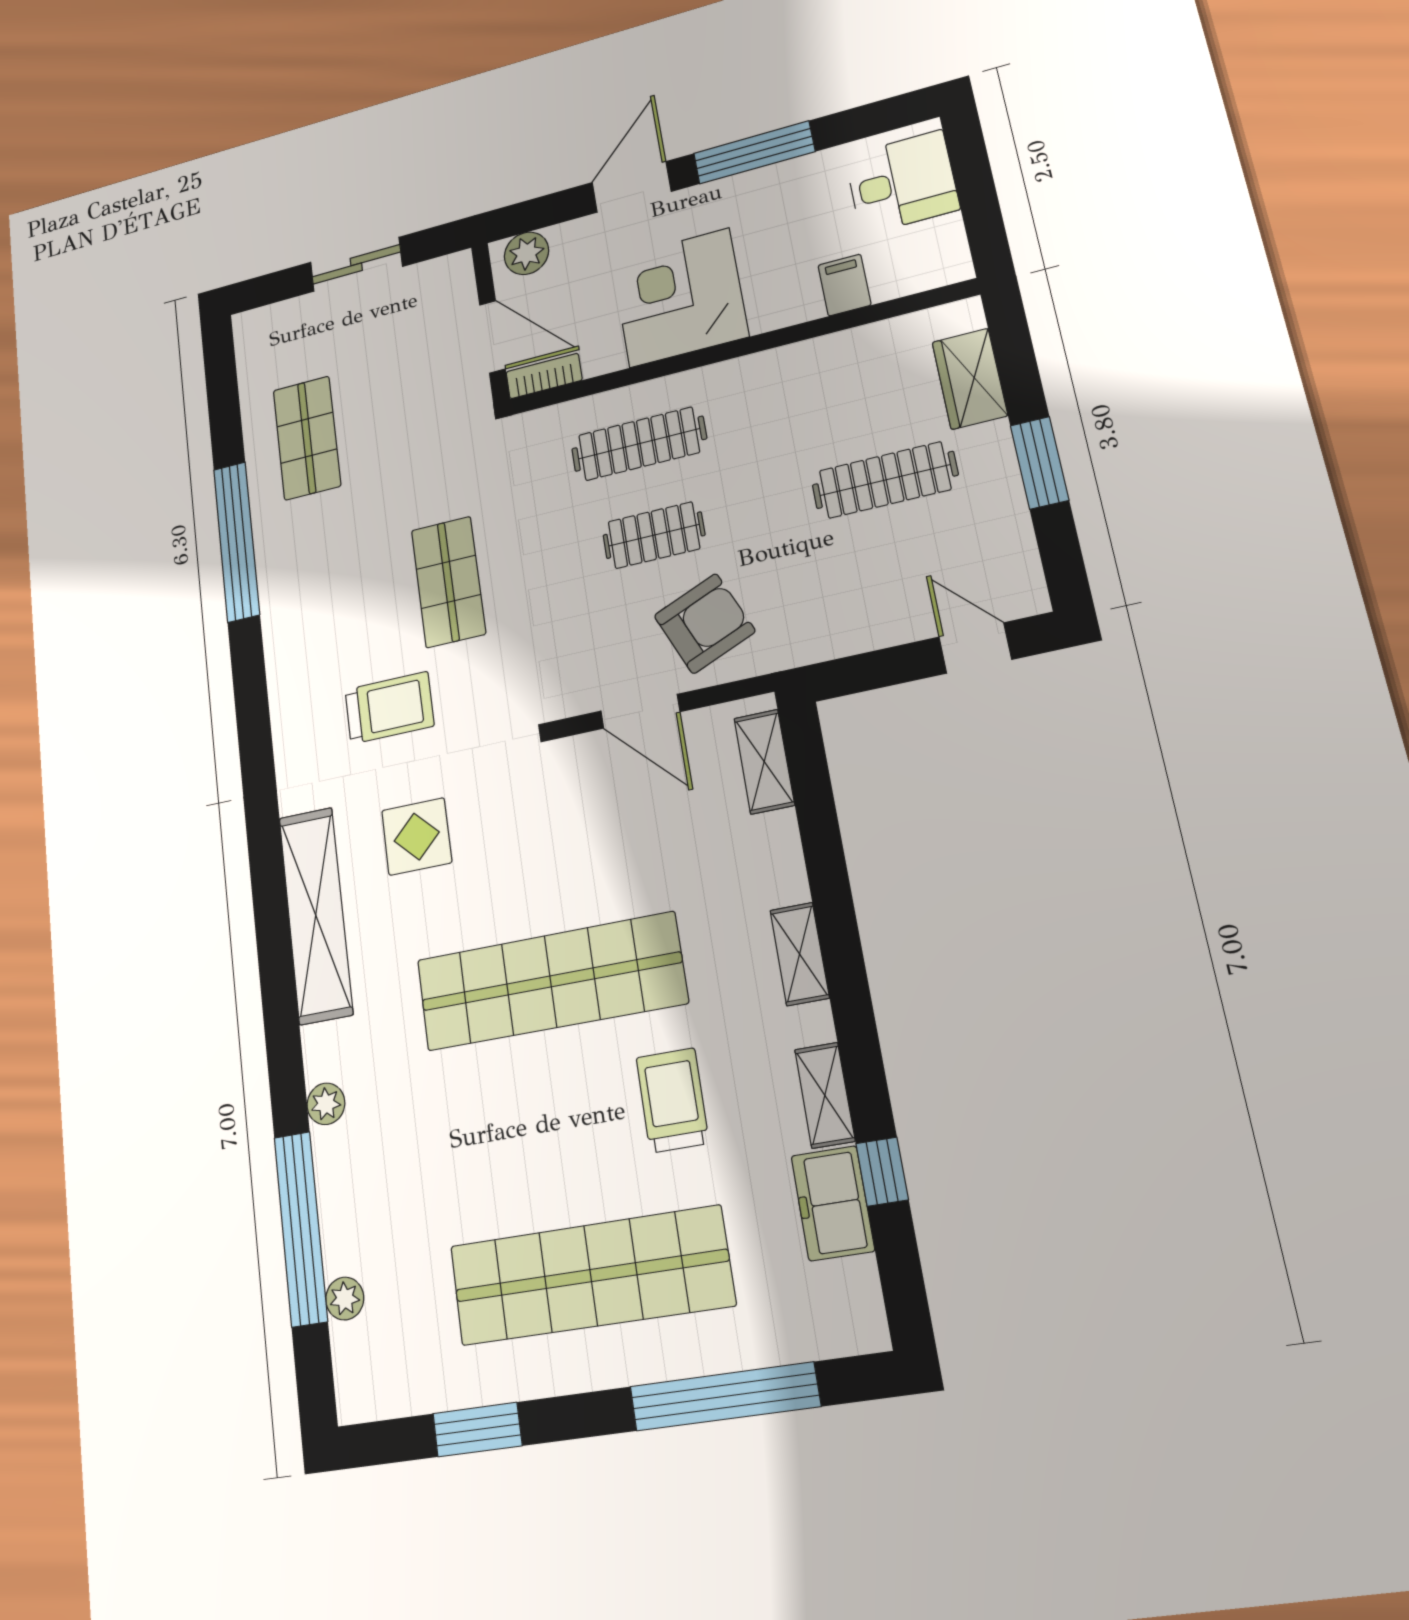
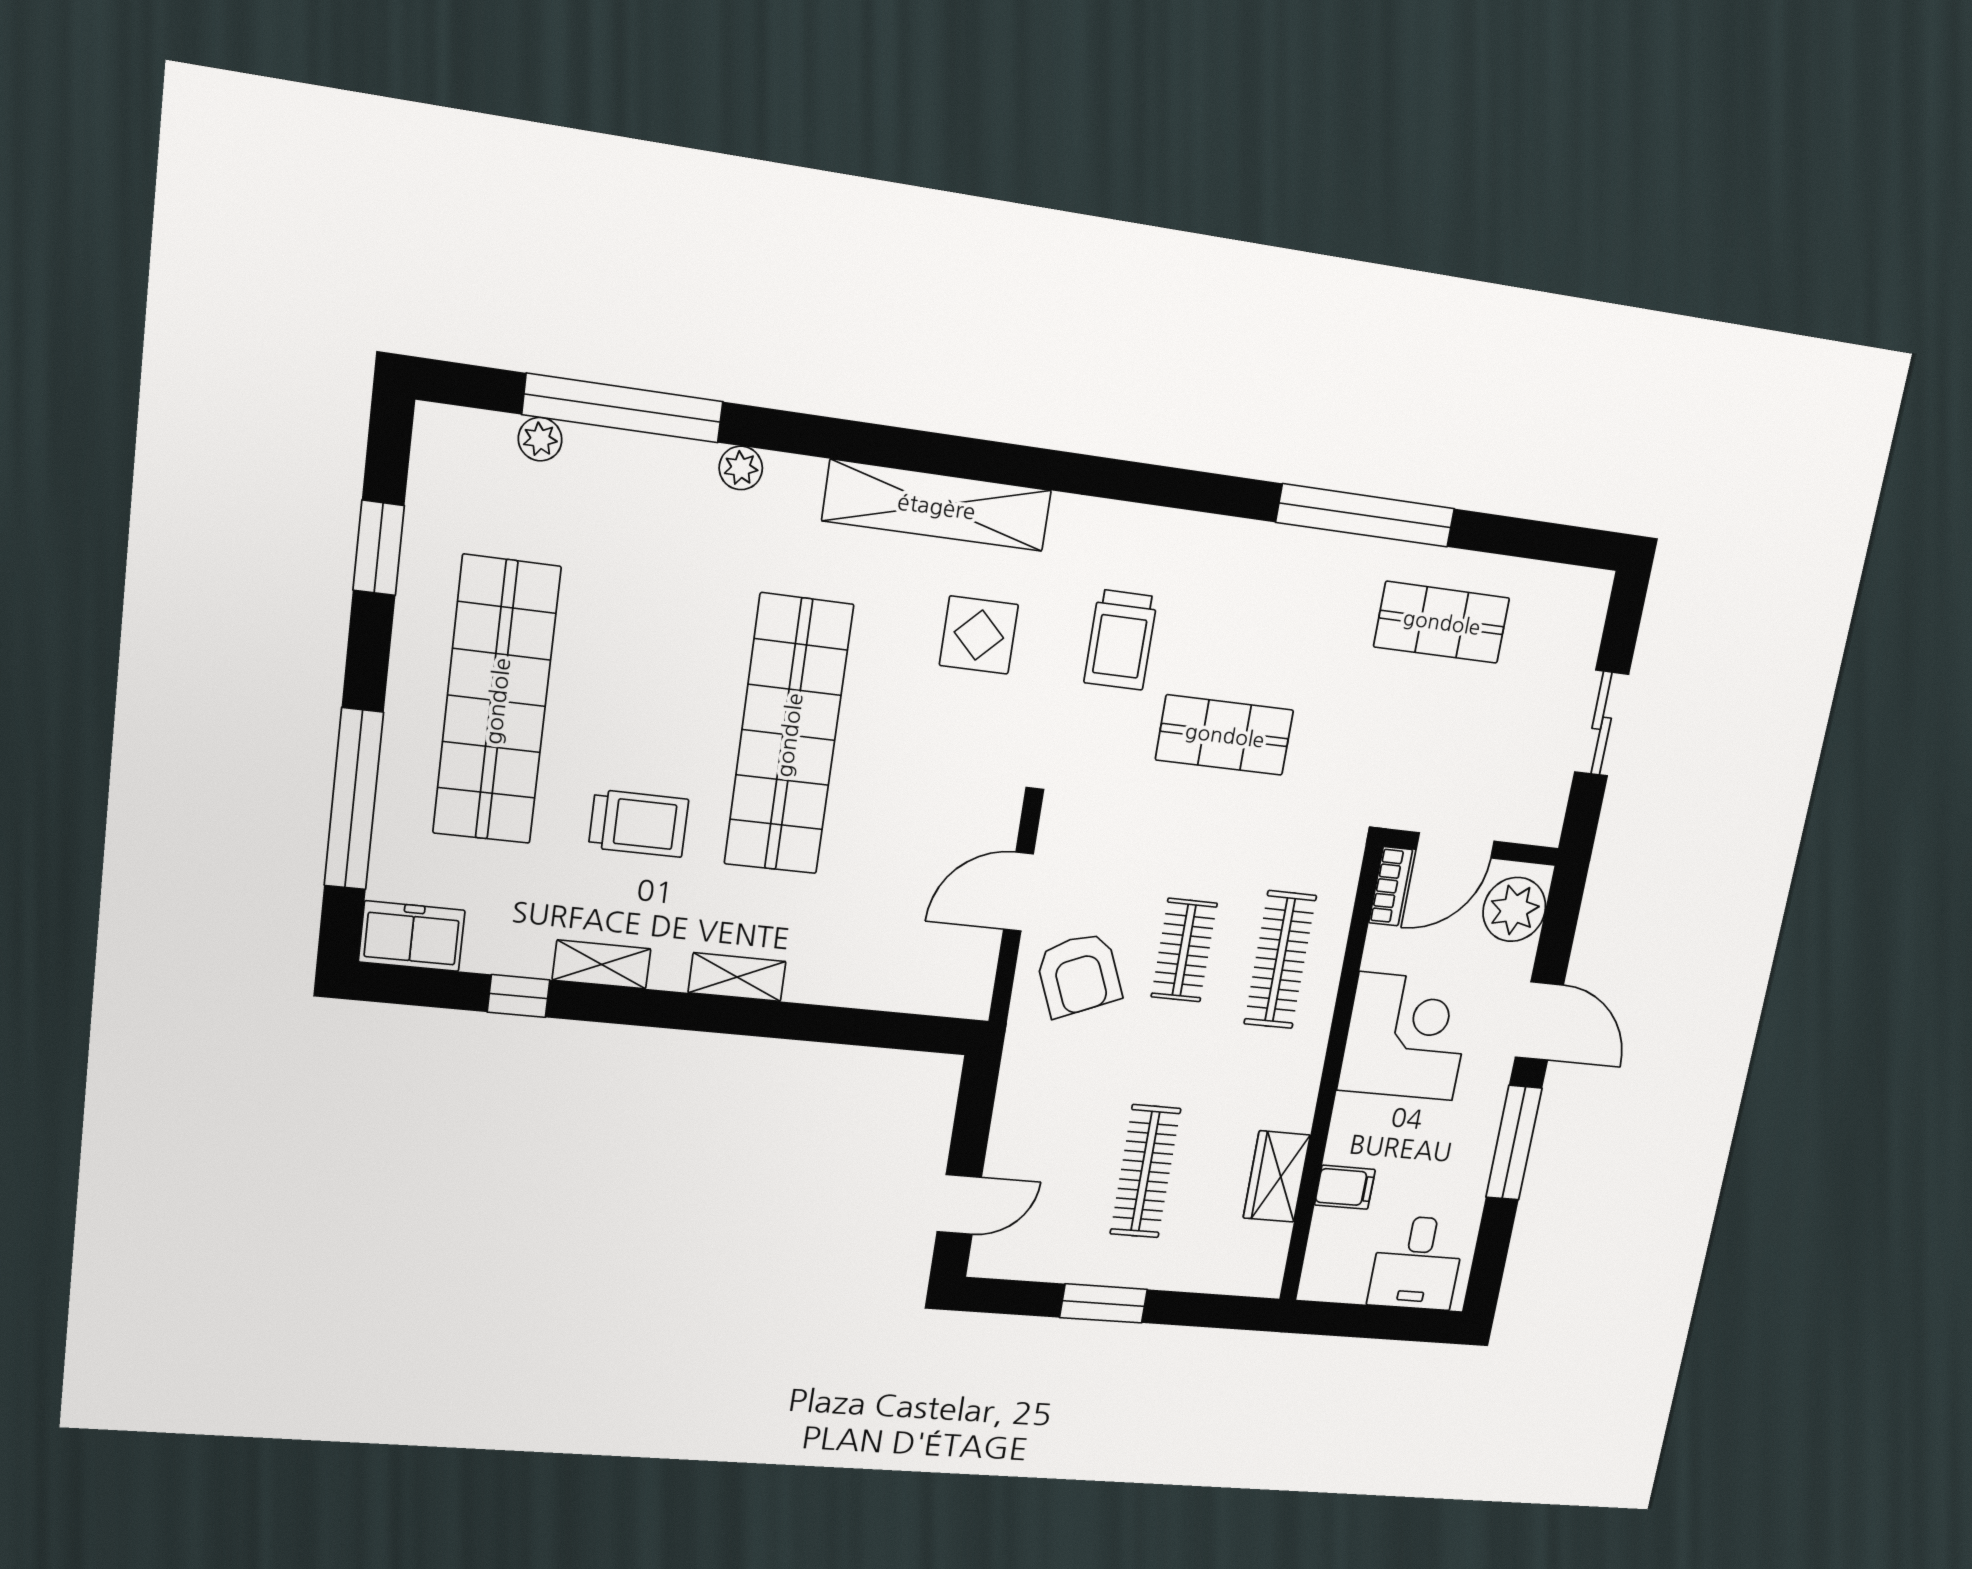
plant: (526, 253) -> (1514, 909), width x1.36, depth x1.36
wardrobe: (970, 379) -> (1277, 1177), moved, turned -90
shelving: (764, 762) -> (926, 994), removed
freezer: (833, 1203) -> (412, 936), moved

